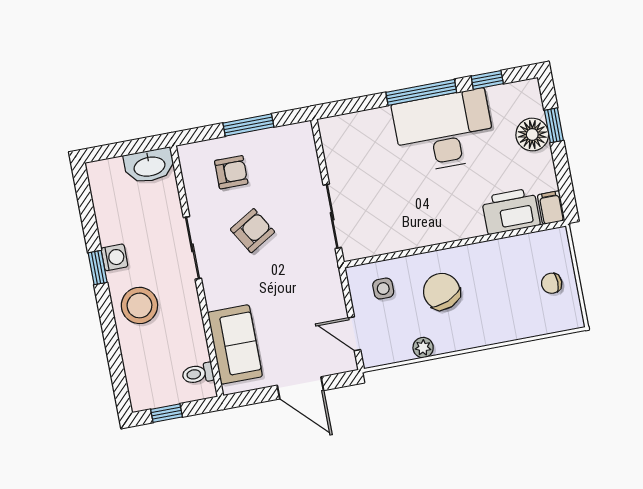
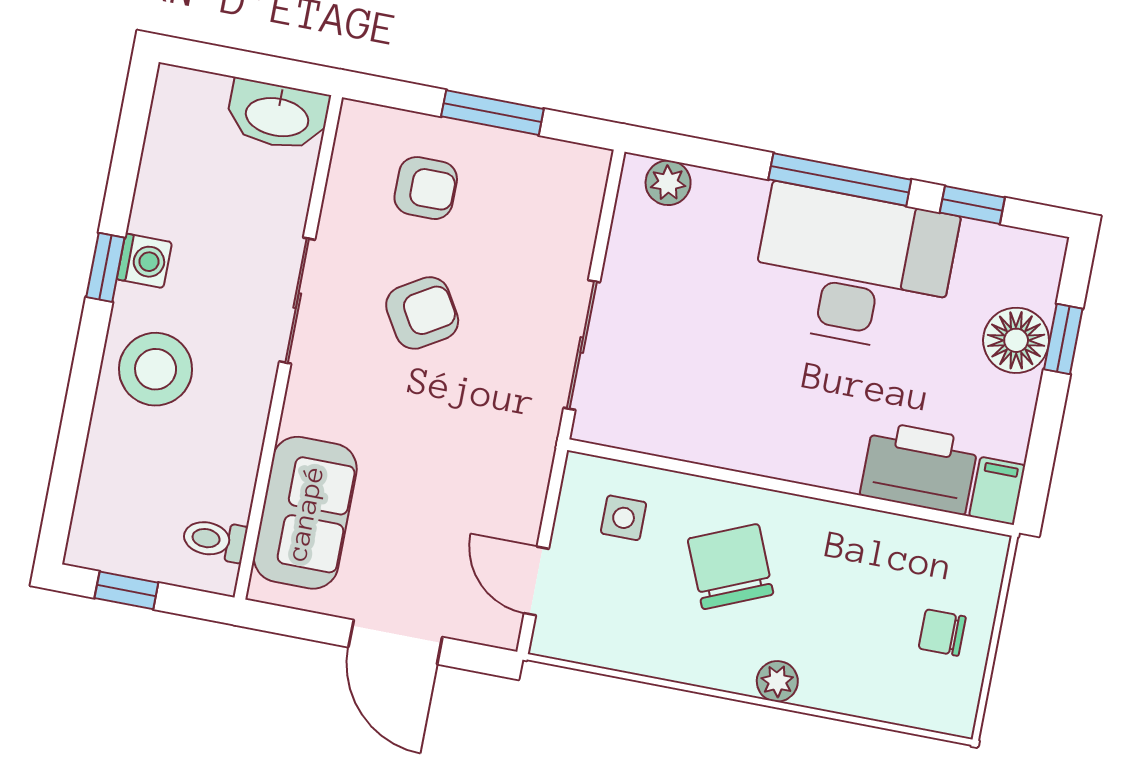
plant: (342, 125) -> (668, 183), added
plant: (423, 348) -> (777, 681), moved

